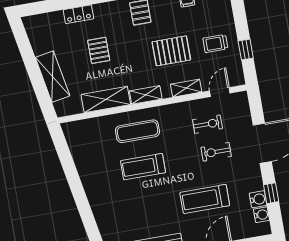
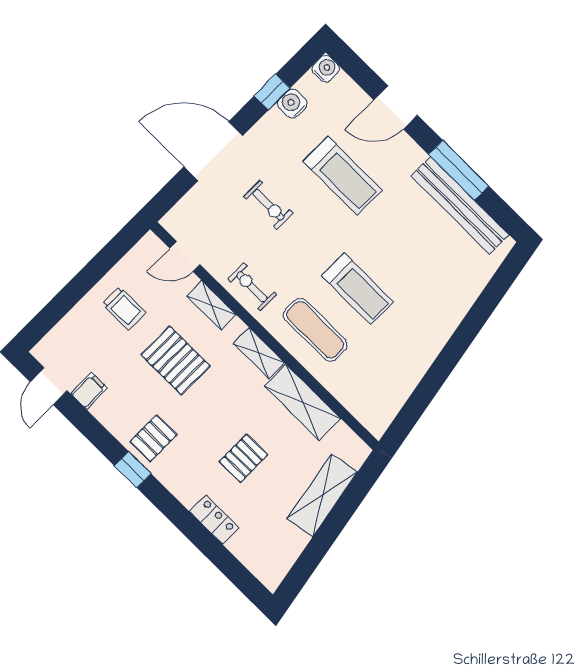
window: (246, 50) -> (103, 262), removed
exercise bike: (208, 124) -> (252, 287), moved
water cooler: (261, 215) -> (326, 69), moved, turned 90

